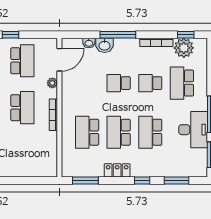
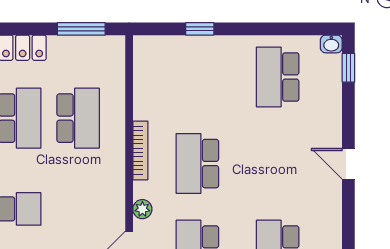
window: (21, 181) -> (200, 29), added

